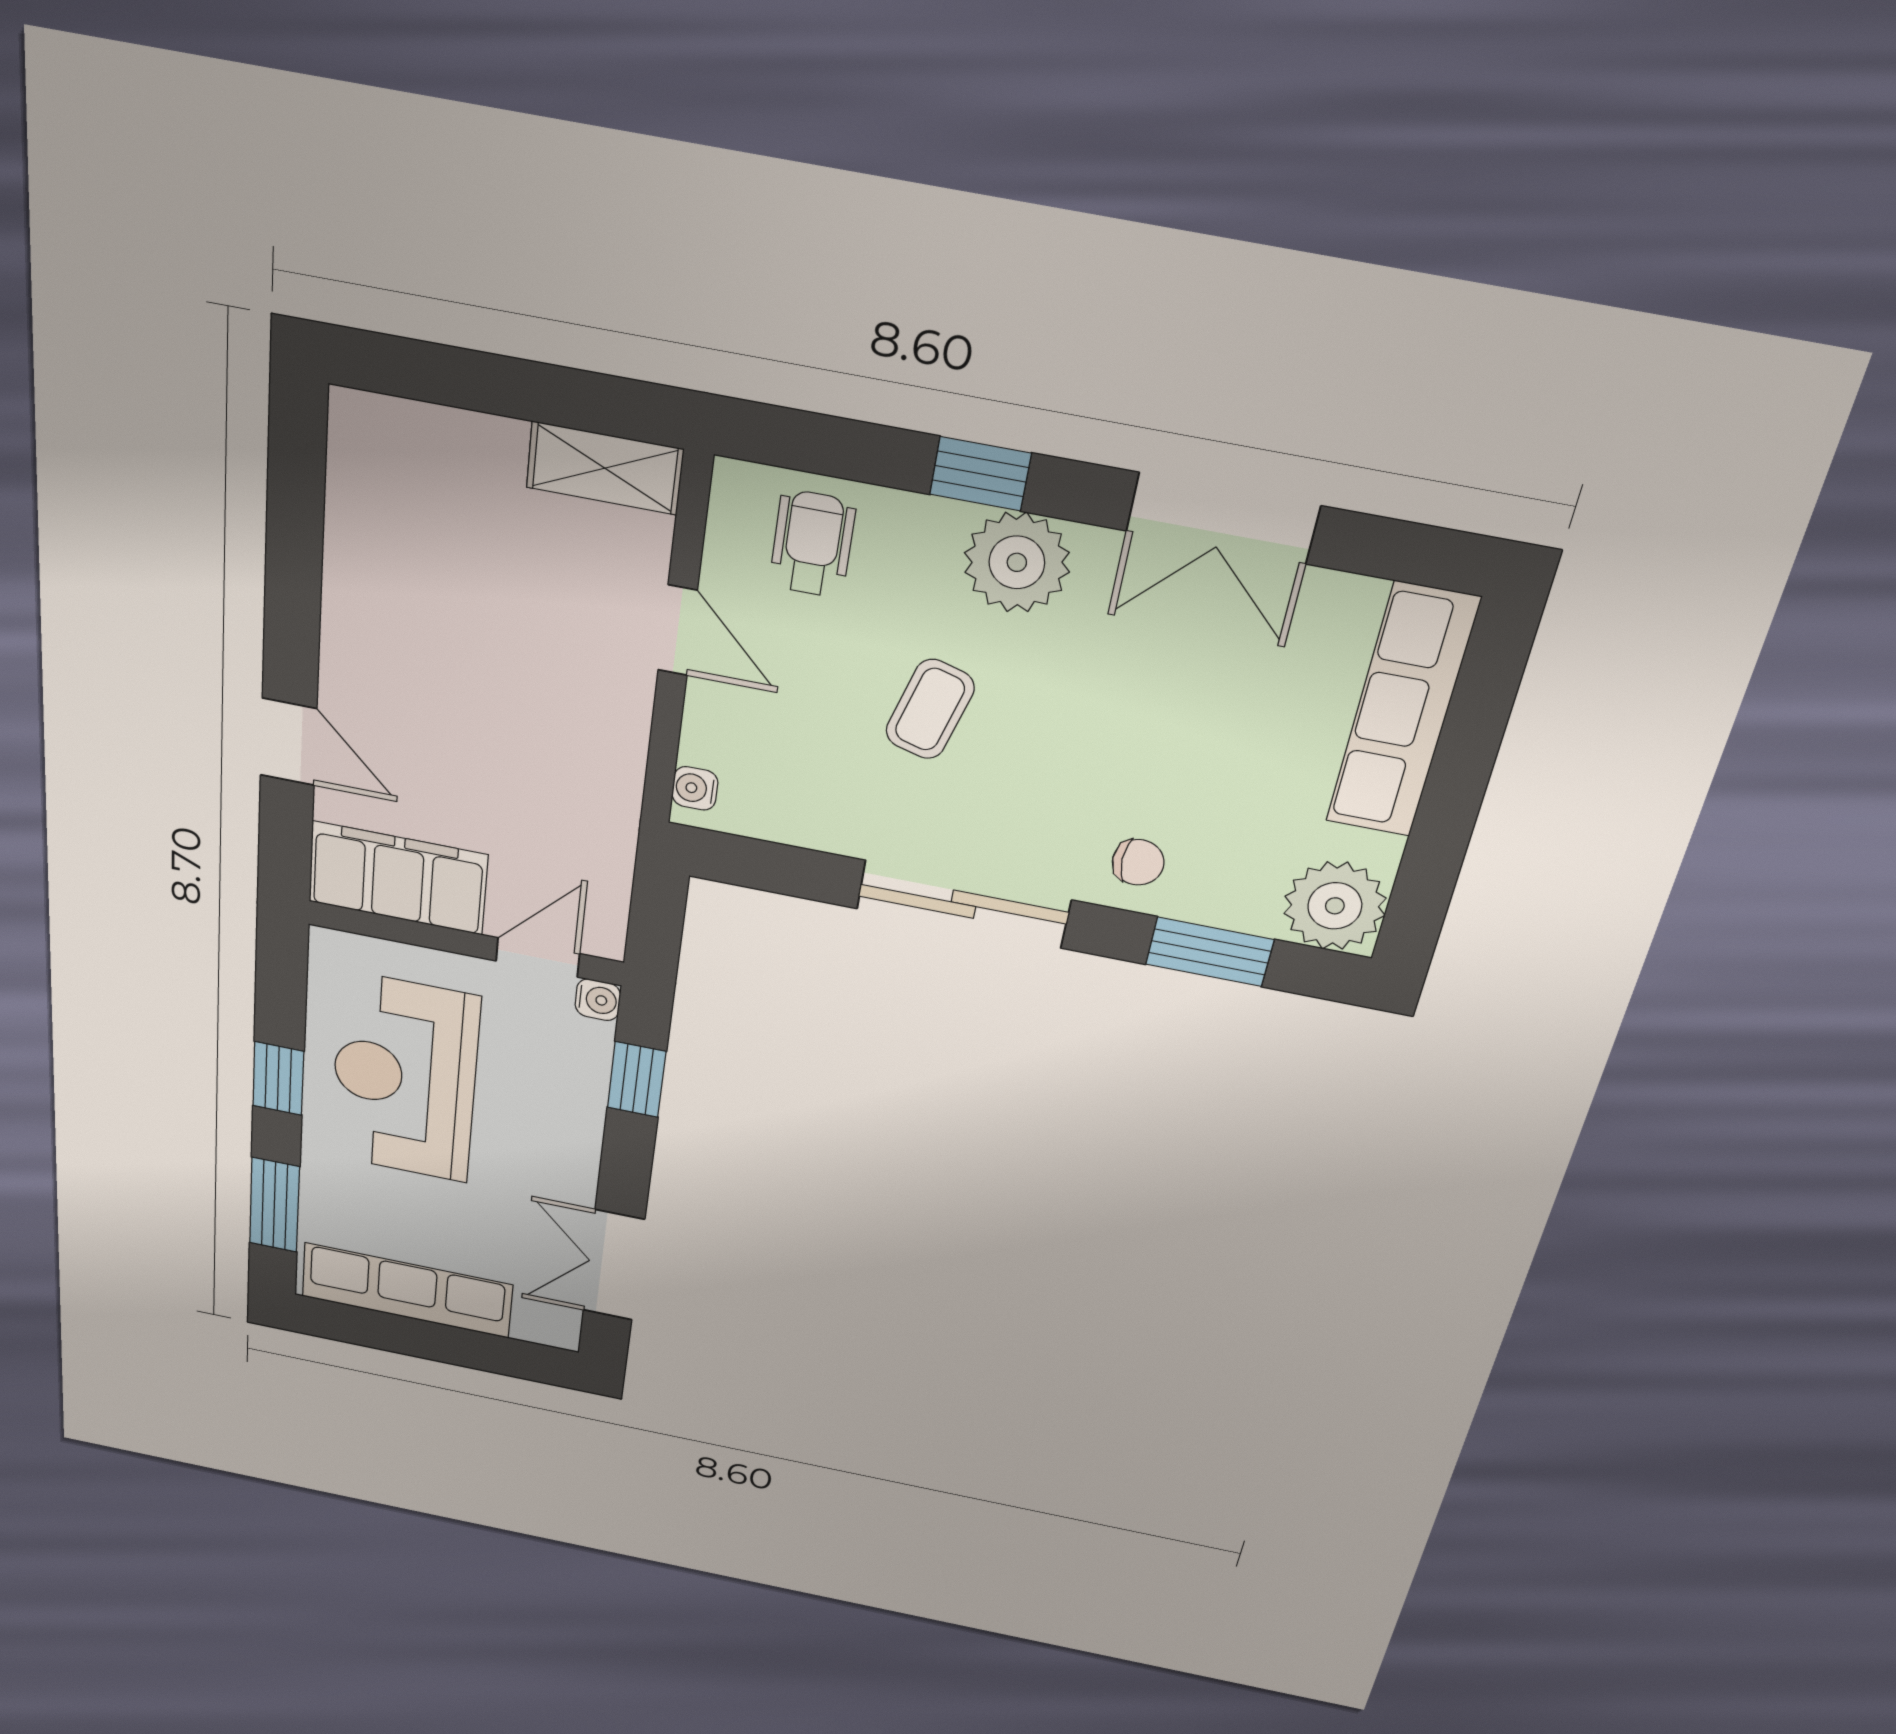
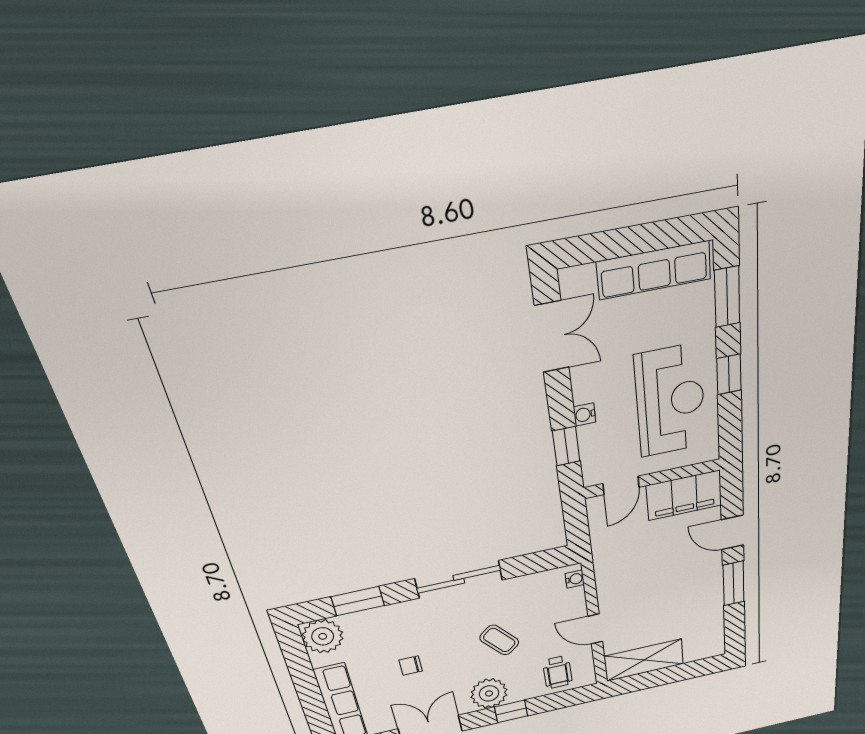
shelving: (605, 468) -> (644, 660), width x1.50, depth x1.33
window: (293, 601) -> (734, 583), added
coffee table: (930, 709) -> (499, 640), turned -56
chair: (1138, 862) -> (411, 666), moved
water cooler: (598, 1000) -> (585, 415), moved

